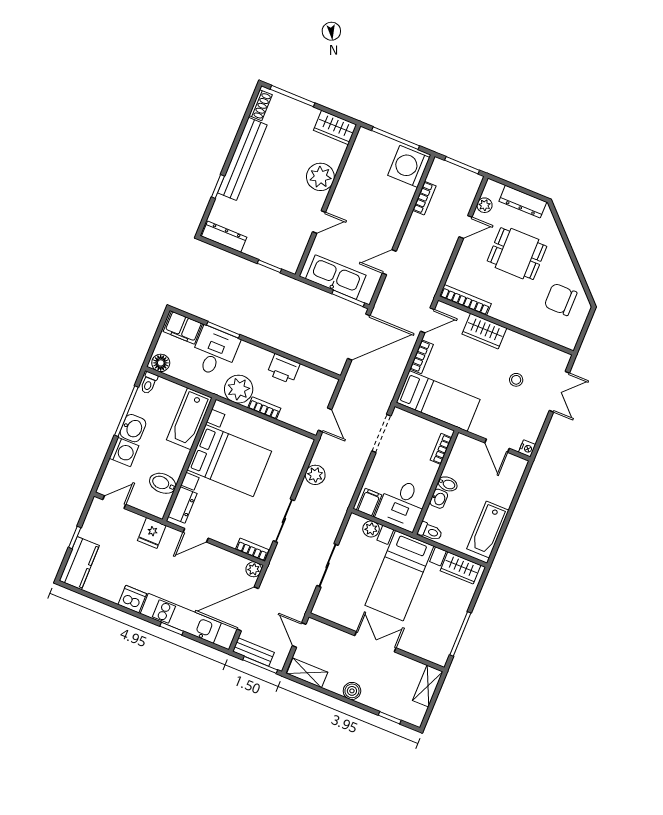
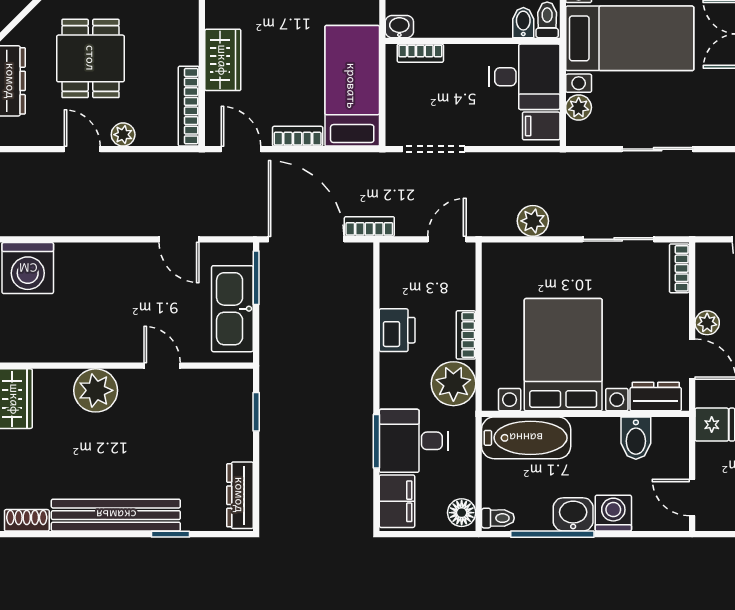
bookcase: (424, 198) -> (369, 226), moved
plant: (485, 205) -> (123, 135), moved
bidet: (448, 484) -> (523, 23), moved
washbasin: (439, 499) -> (399, 27), moved
plant: (254, 569) -> (707, 323), moved

